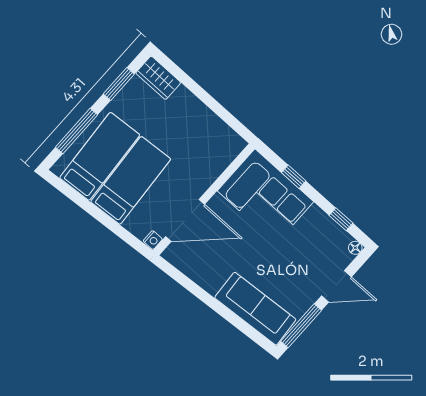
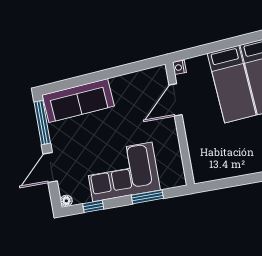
window: (294, 177) -> (147, 197), width x1.50
corner sofa: (265, 196) -> (122, 172), moved
door: (185, 220) -> (176, 100), width x0.73

